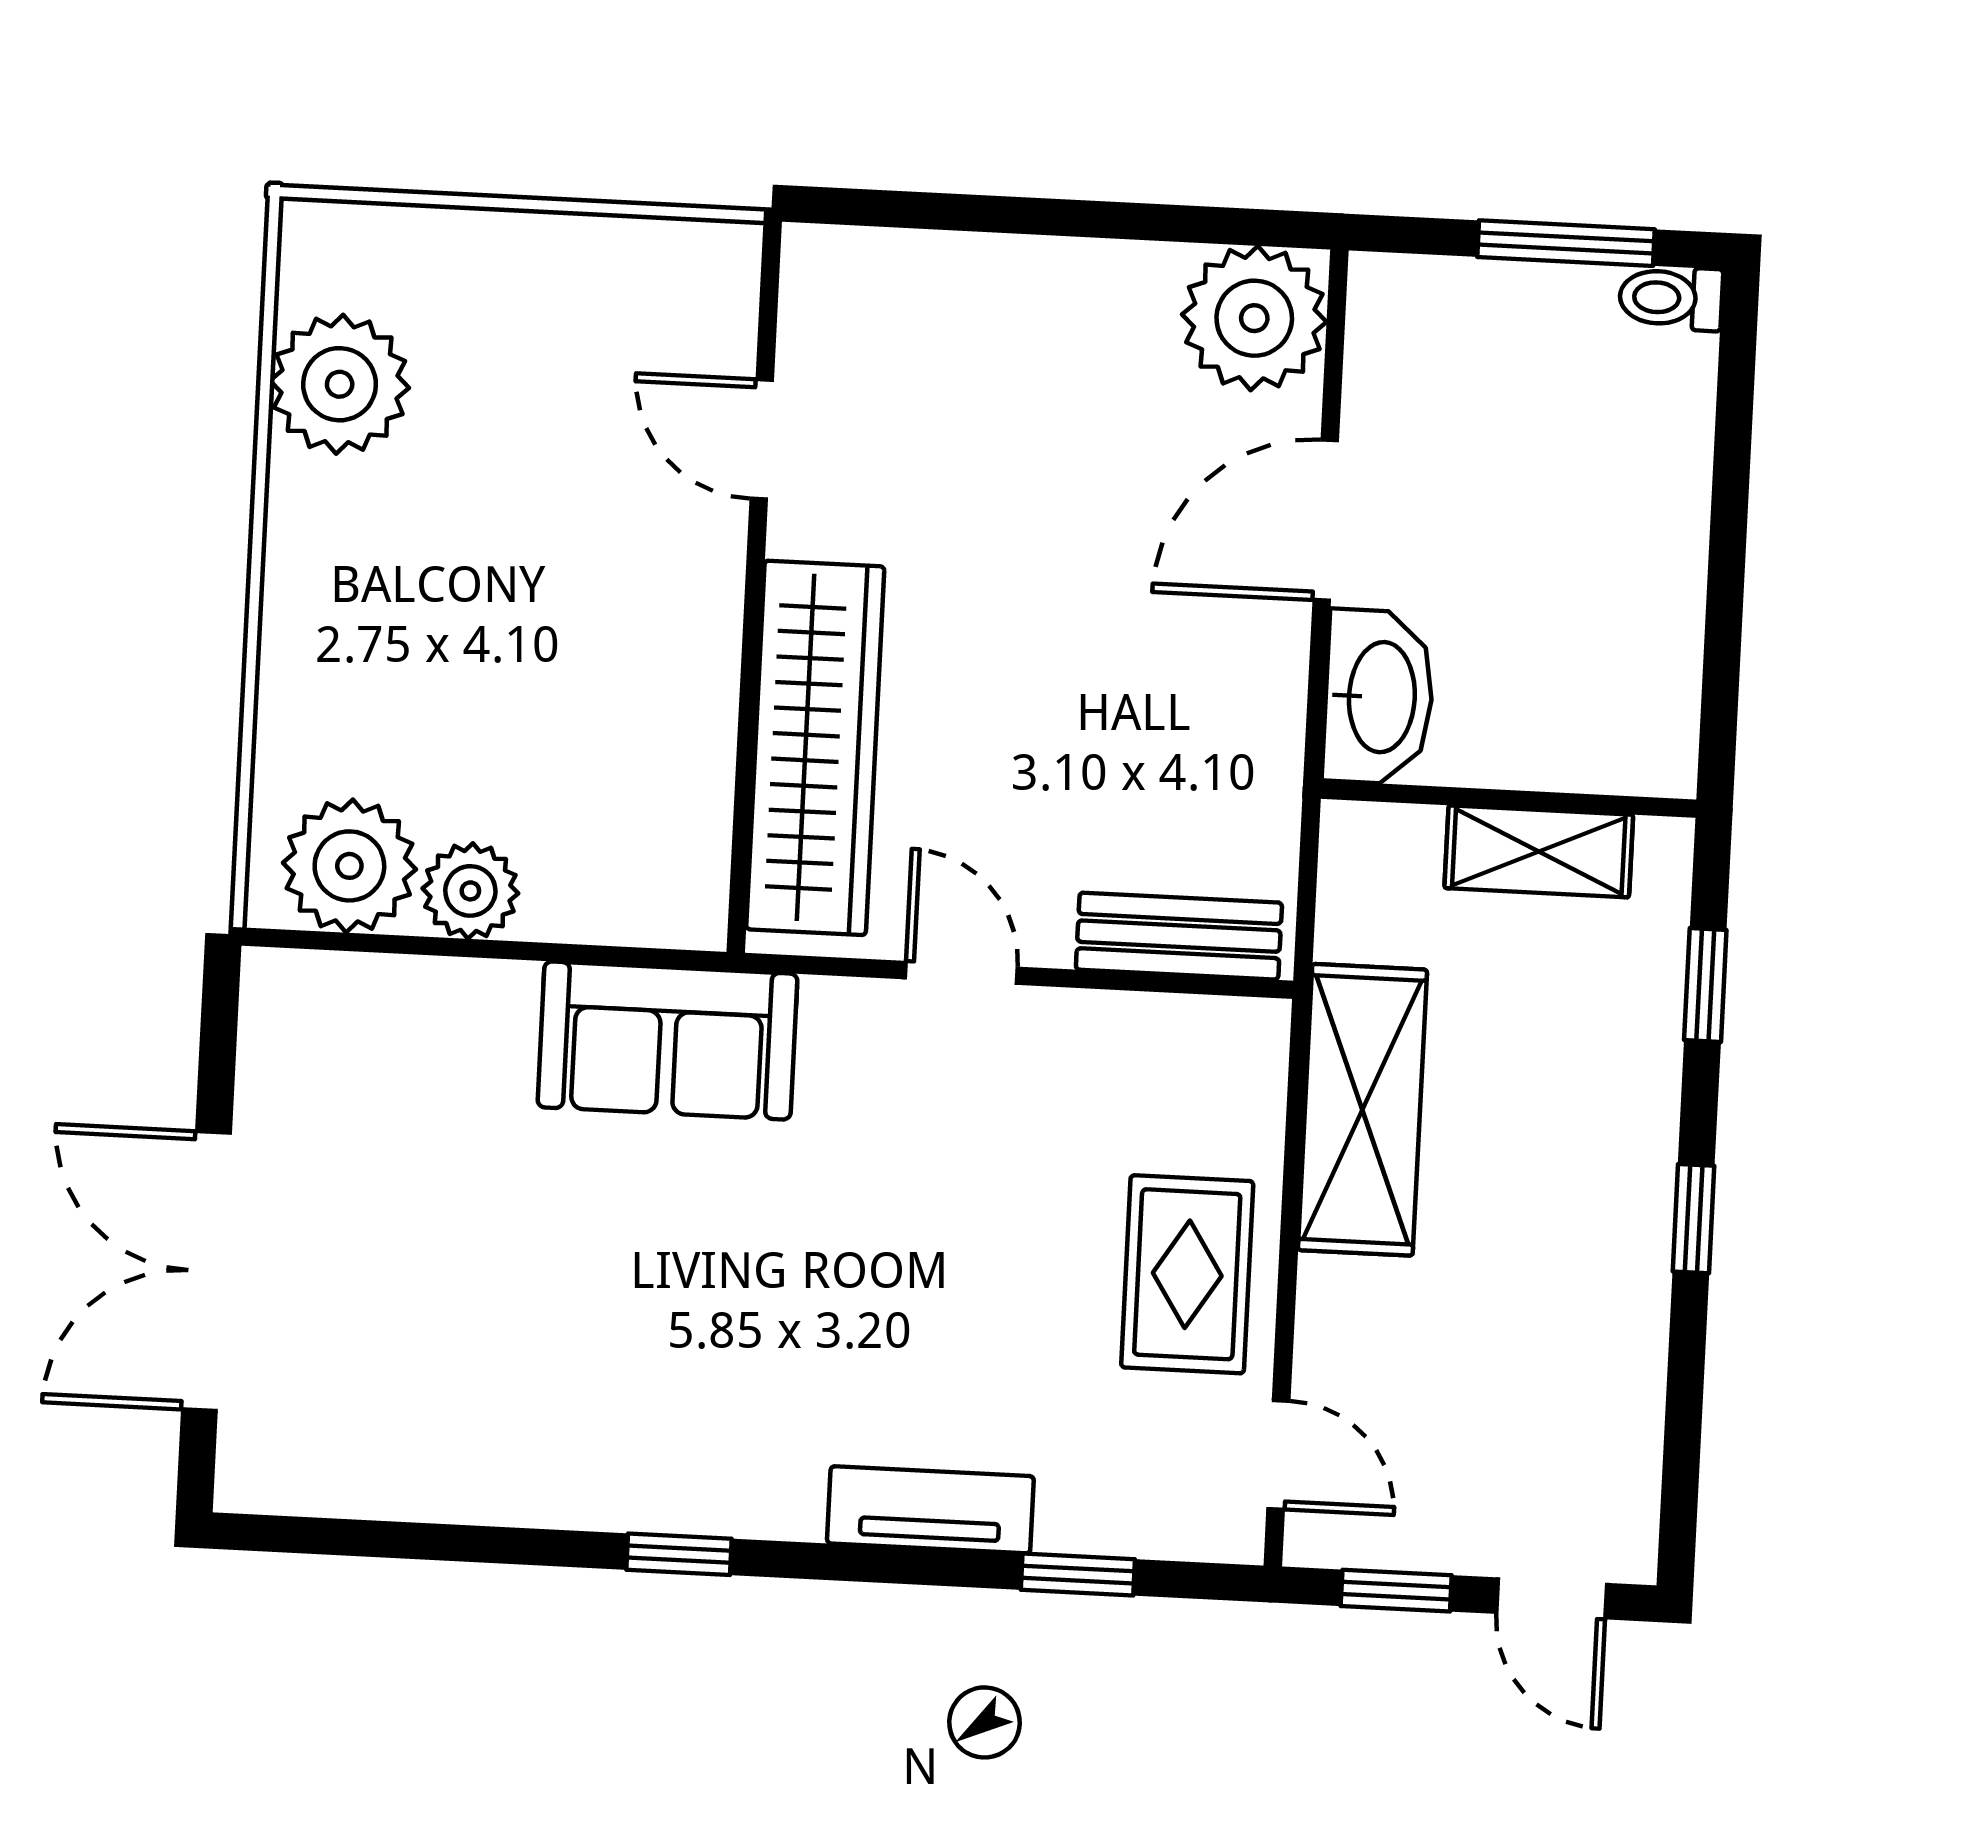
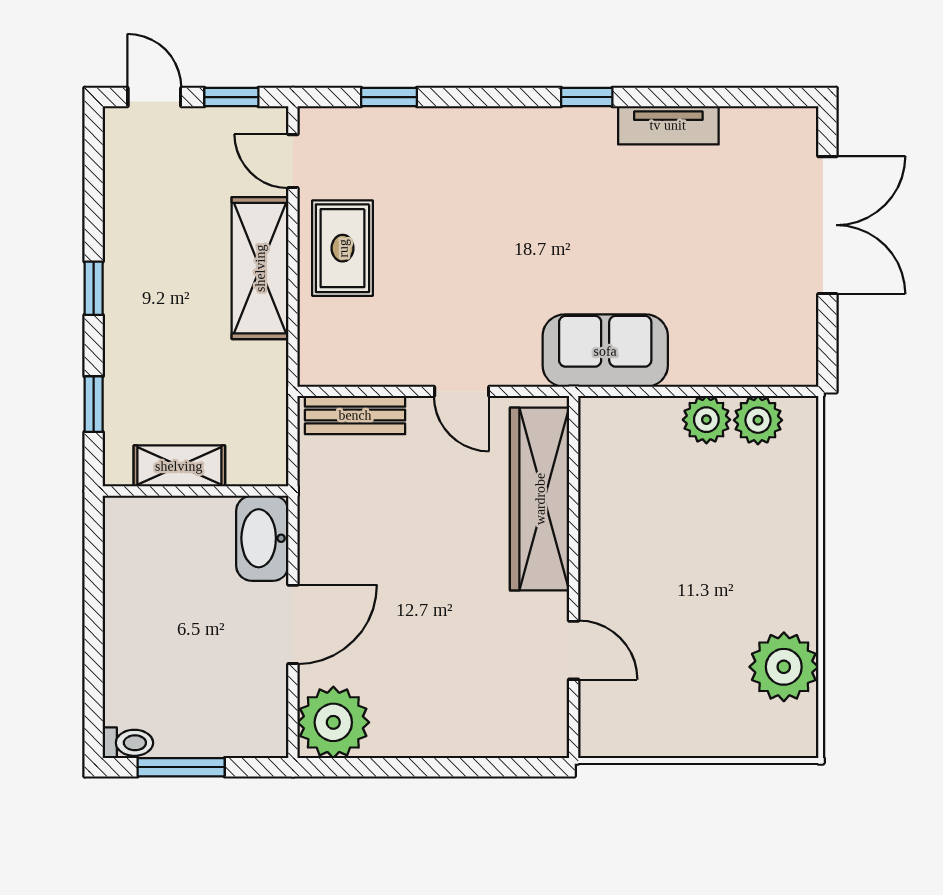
plant: (349, 866) -> (758, 420), width x0.73, depth x0.73
shelving: (1362, 1110) -> (260, 268), moved
tv unit: (930, 1510) -> (668, 125), moved

